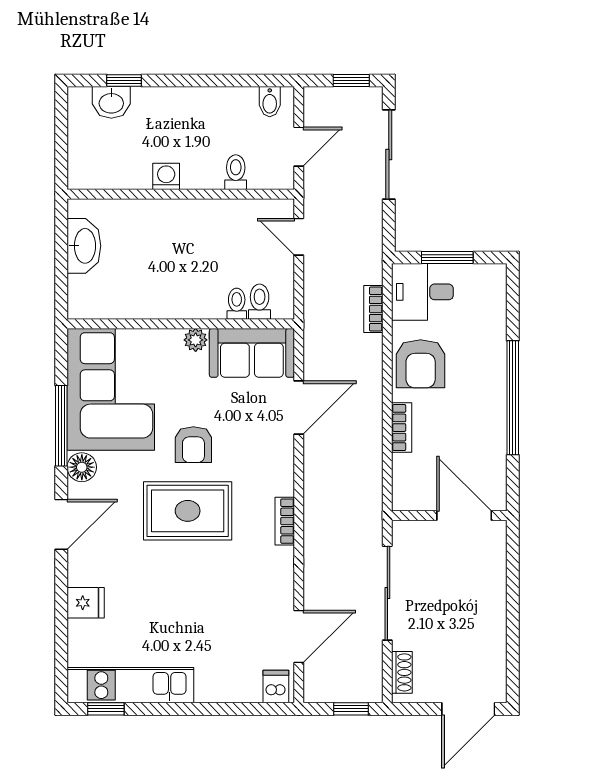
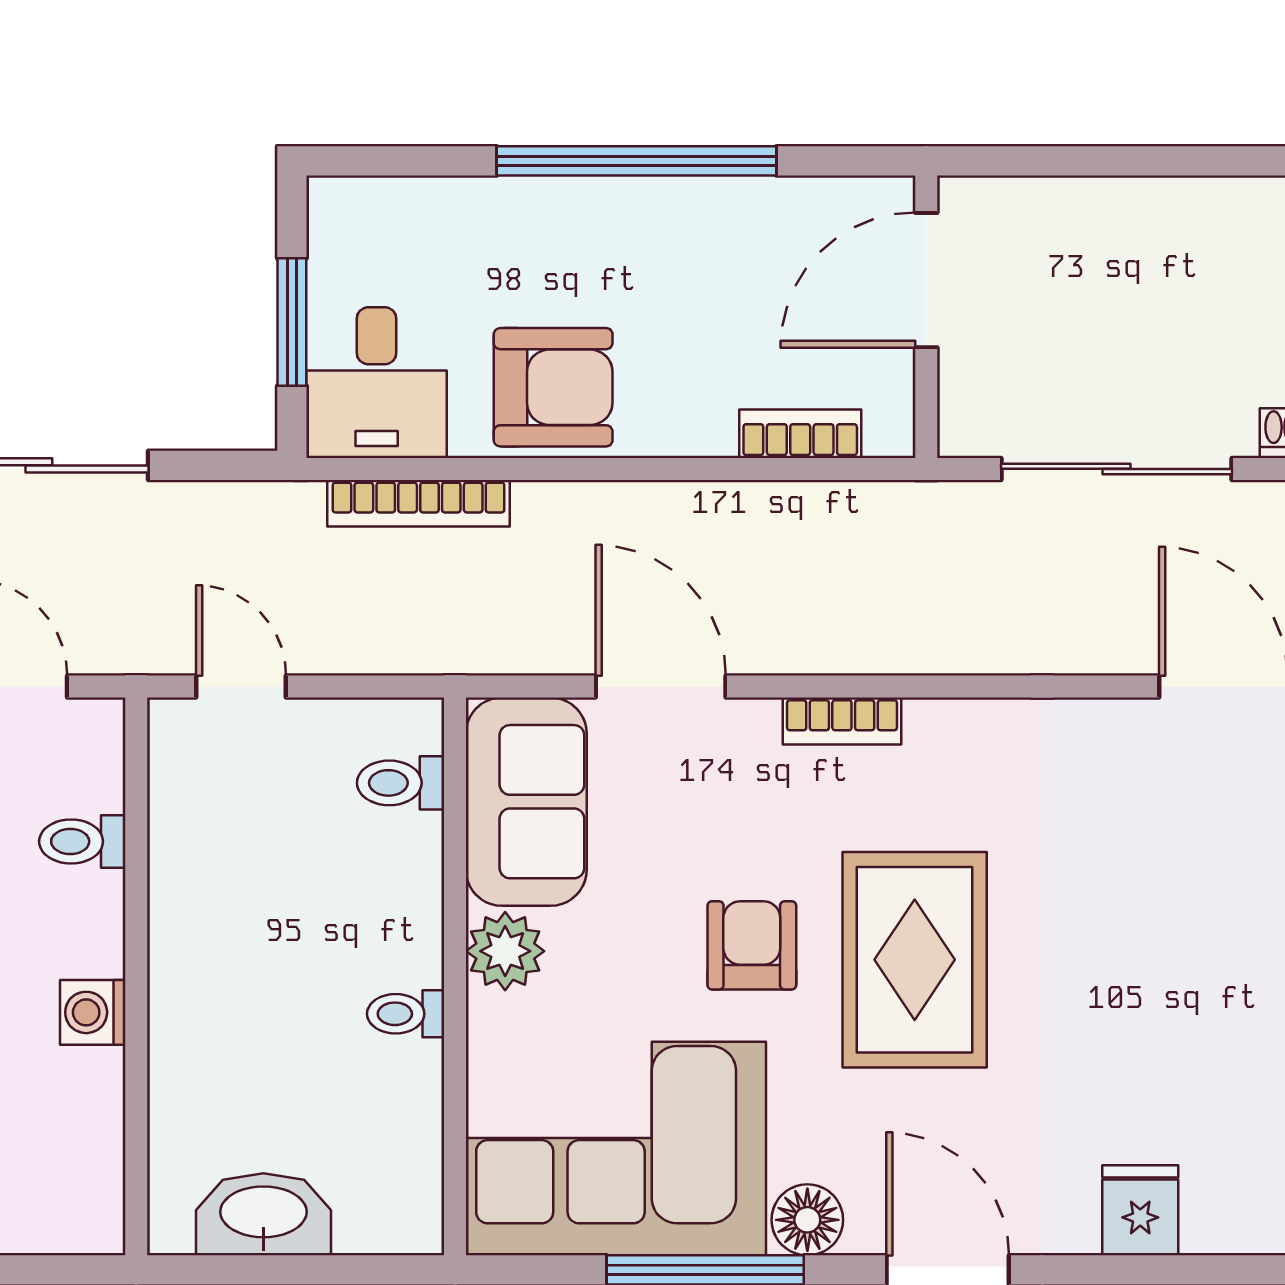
door: (299, 237) -> (241, 686), swing flipped
toilet: (237, 304) -> (406, 1014), moved
bookcase: (373, 309) -> (419, 503), width x1.56
plant: (196, 340) -> (505, 951), width x1.38, depth x1.38
bookcase: (402, 428) -> (800, 434), moved
armchair: (193, 445) -> (752, 945), turned -90
bookcase: (285, 521) -> (842, 721), moved

